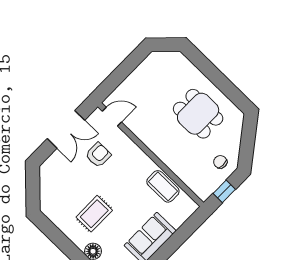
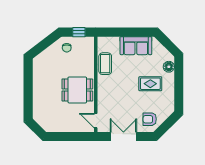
dining table: (198, 114) -> (77, 90), moved, turned 90
armchair: (98, 155) -> (150, 119), moved

